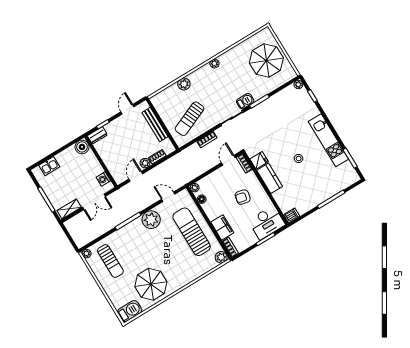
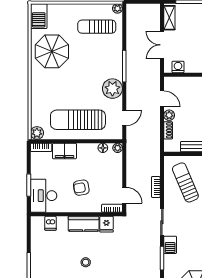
armchair: (243, 197) -> (81, 188), turned -112
dishwasher: (292, 215) -> (50, 223), moved
sun lounger: (192, 232) -> (78, 120), turned 180

